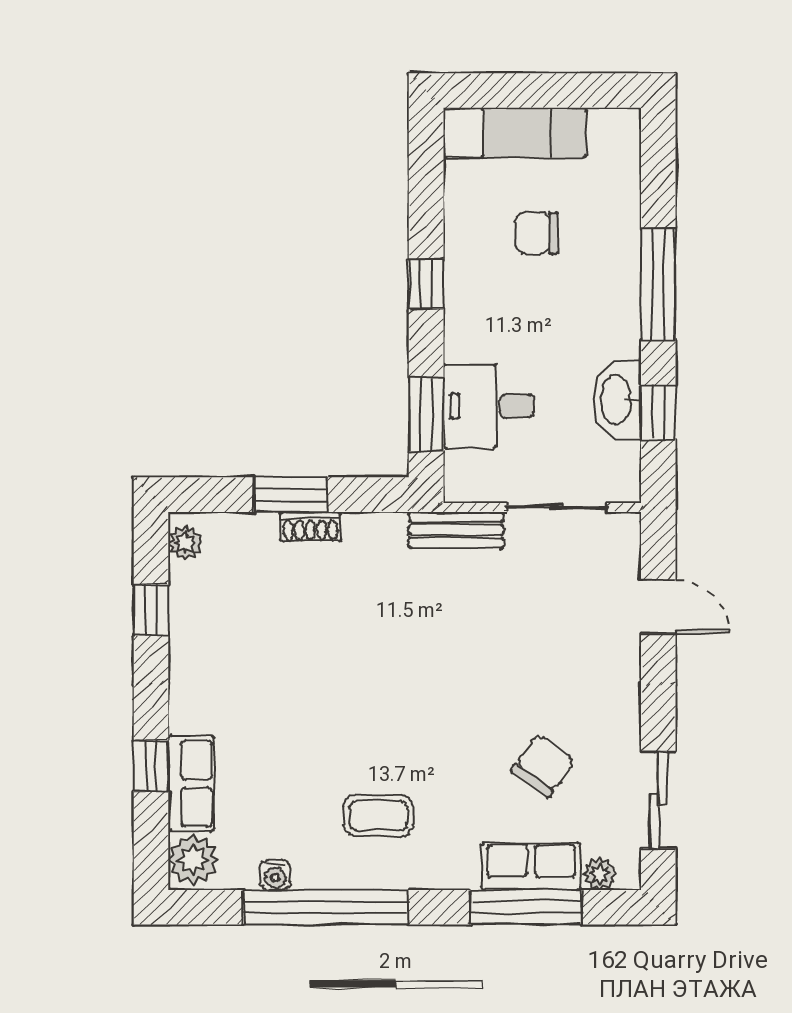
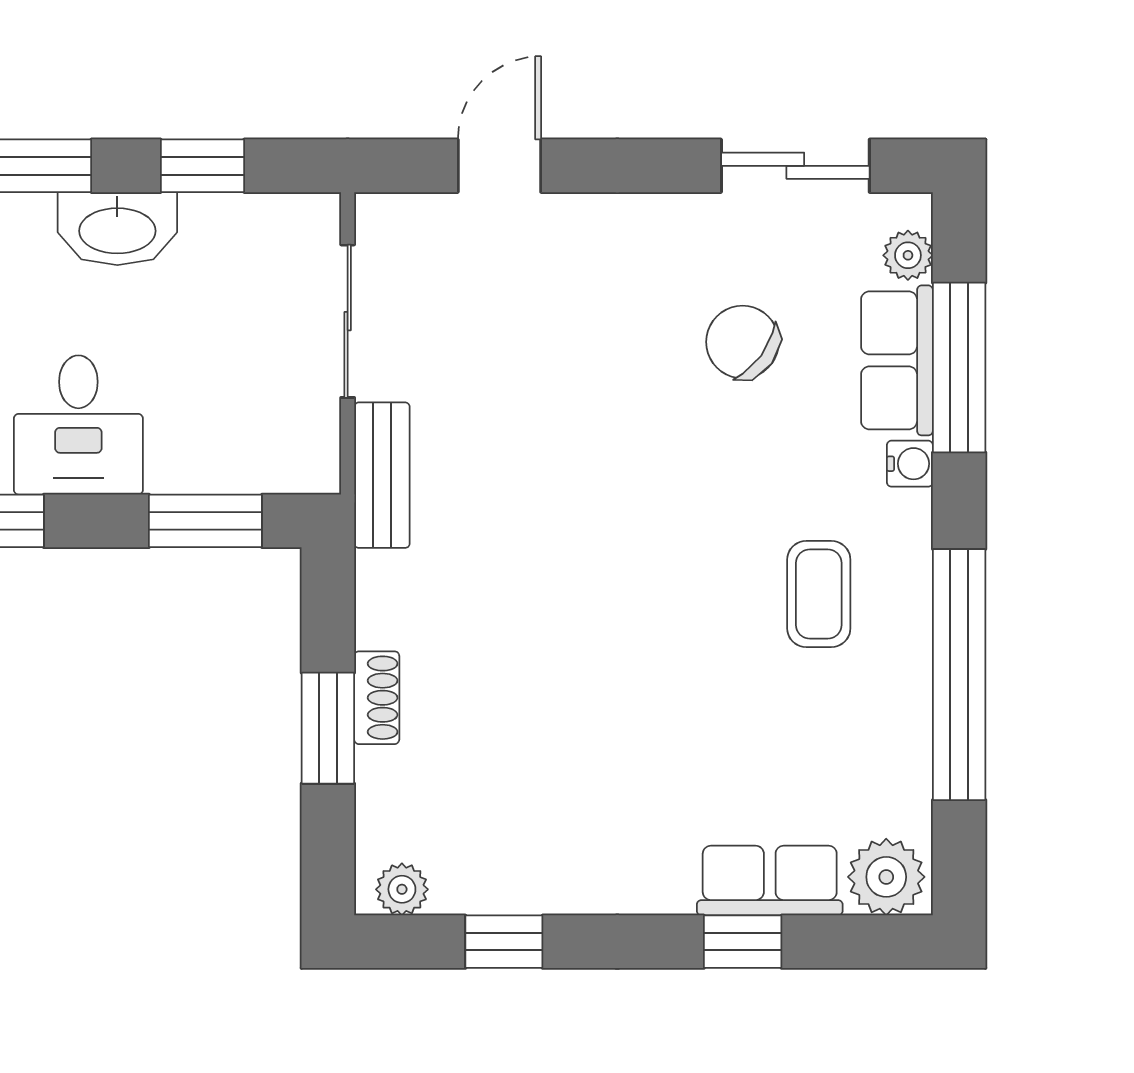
washbasin: (617, 400) -> (117, 229), moved
desk: (489, 406) -> (78, 425), moved
water cooler: (275, 875) -> (910, 464), moved

